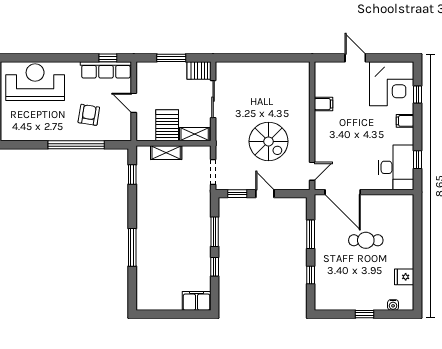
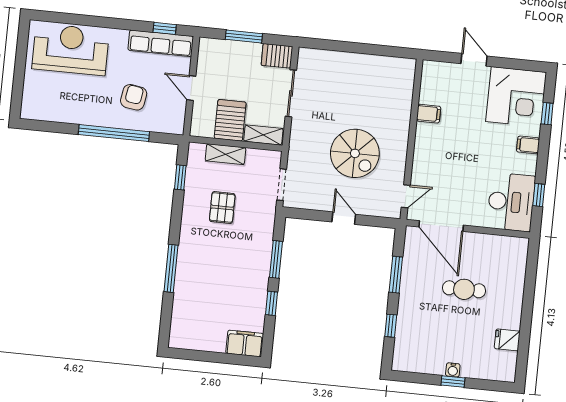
window: (237, 194) -> (309, 215), removed
pallet: (168, 195) -> (222, 208), added
water cooler: (393, 305) -> (453, 370), moved

